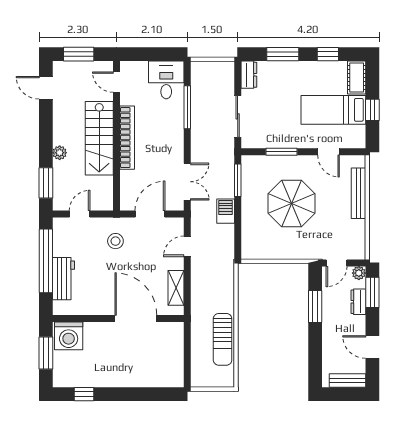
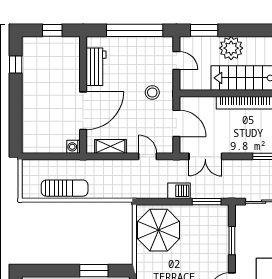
plant: (60, 153) -> (231, 48), width x1.88, depth x1.88
parasol: (291, 203) -> (159, 230), moved
workbench: (63, 279) -> (96, 67), moved, turned -90
washing machine: (69, 336) -> (74, 147), moved, width x0.53, depth x0.53
sun lounger: (223, 339) -> (65, 188), turned 180
window: (46, 353) -> (52, 30), width x0.67

